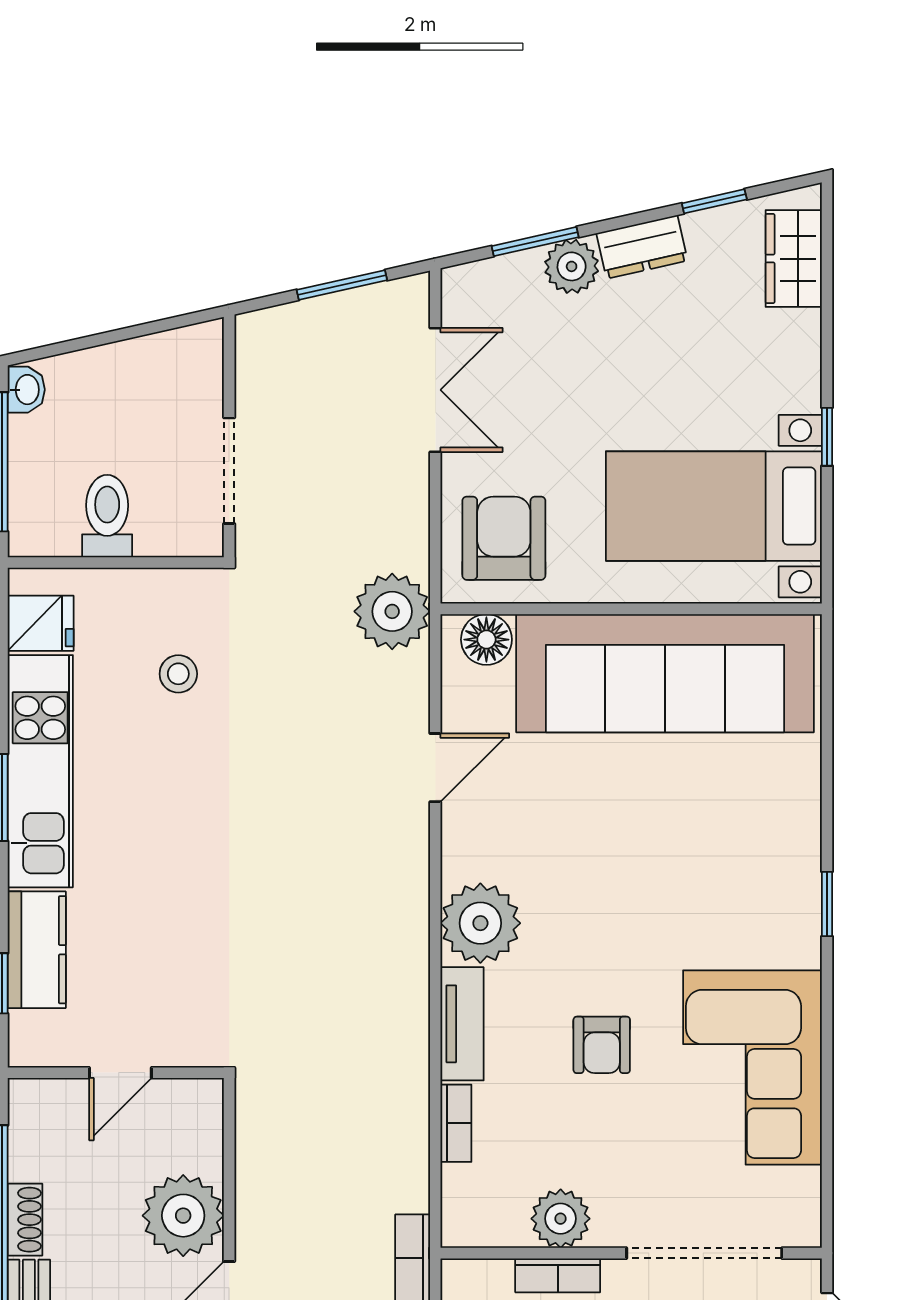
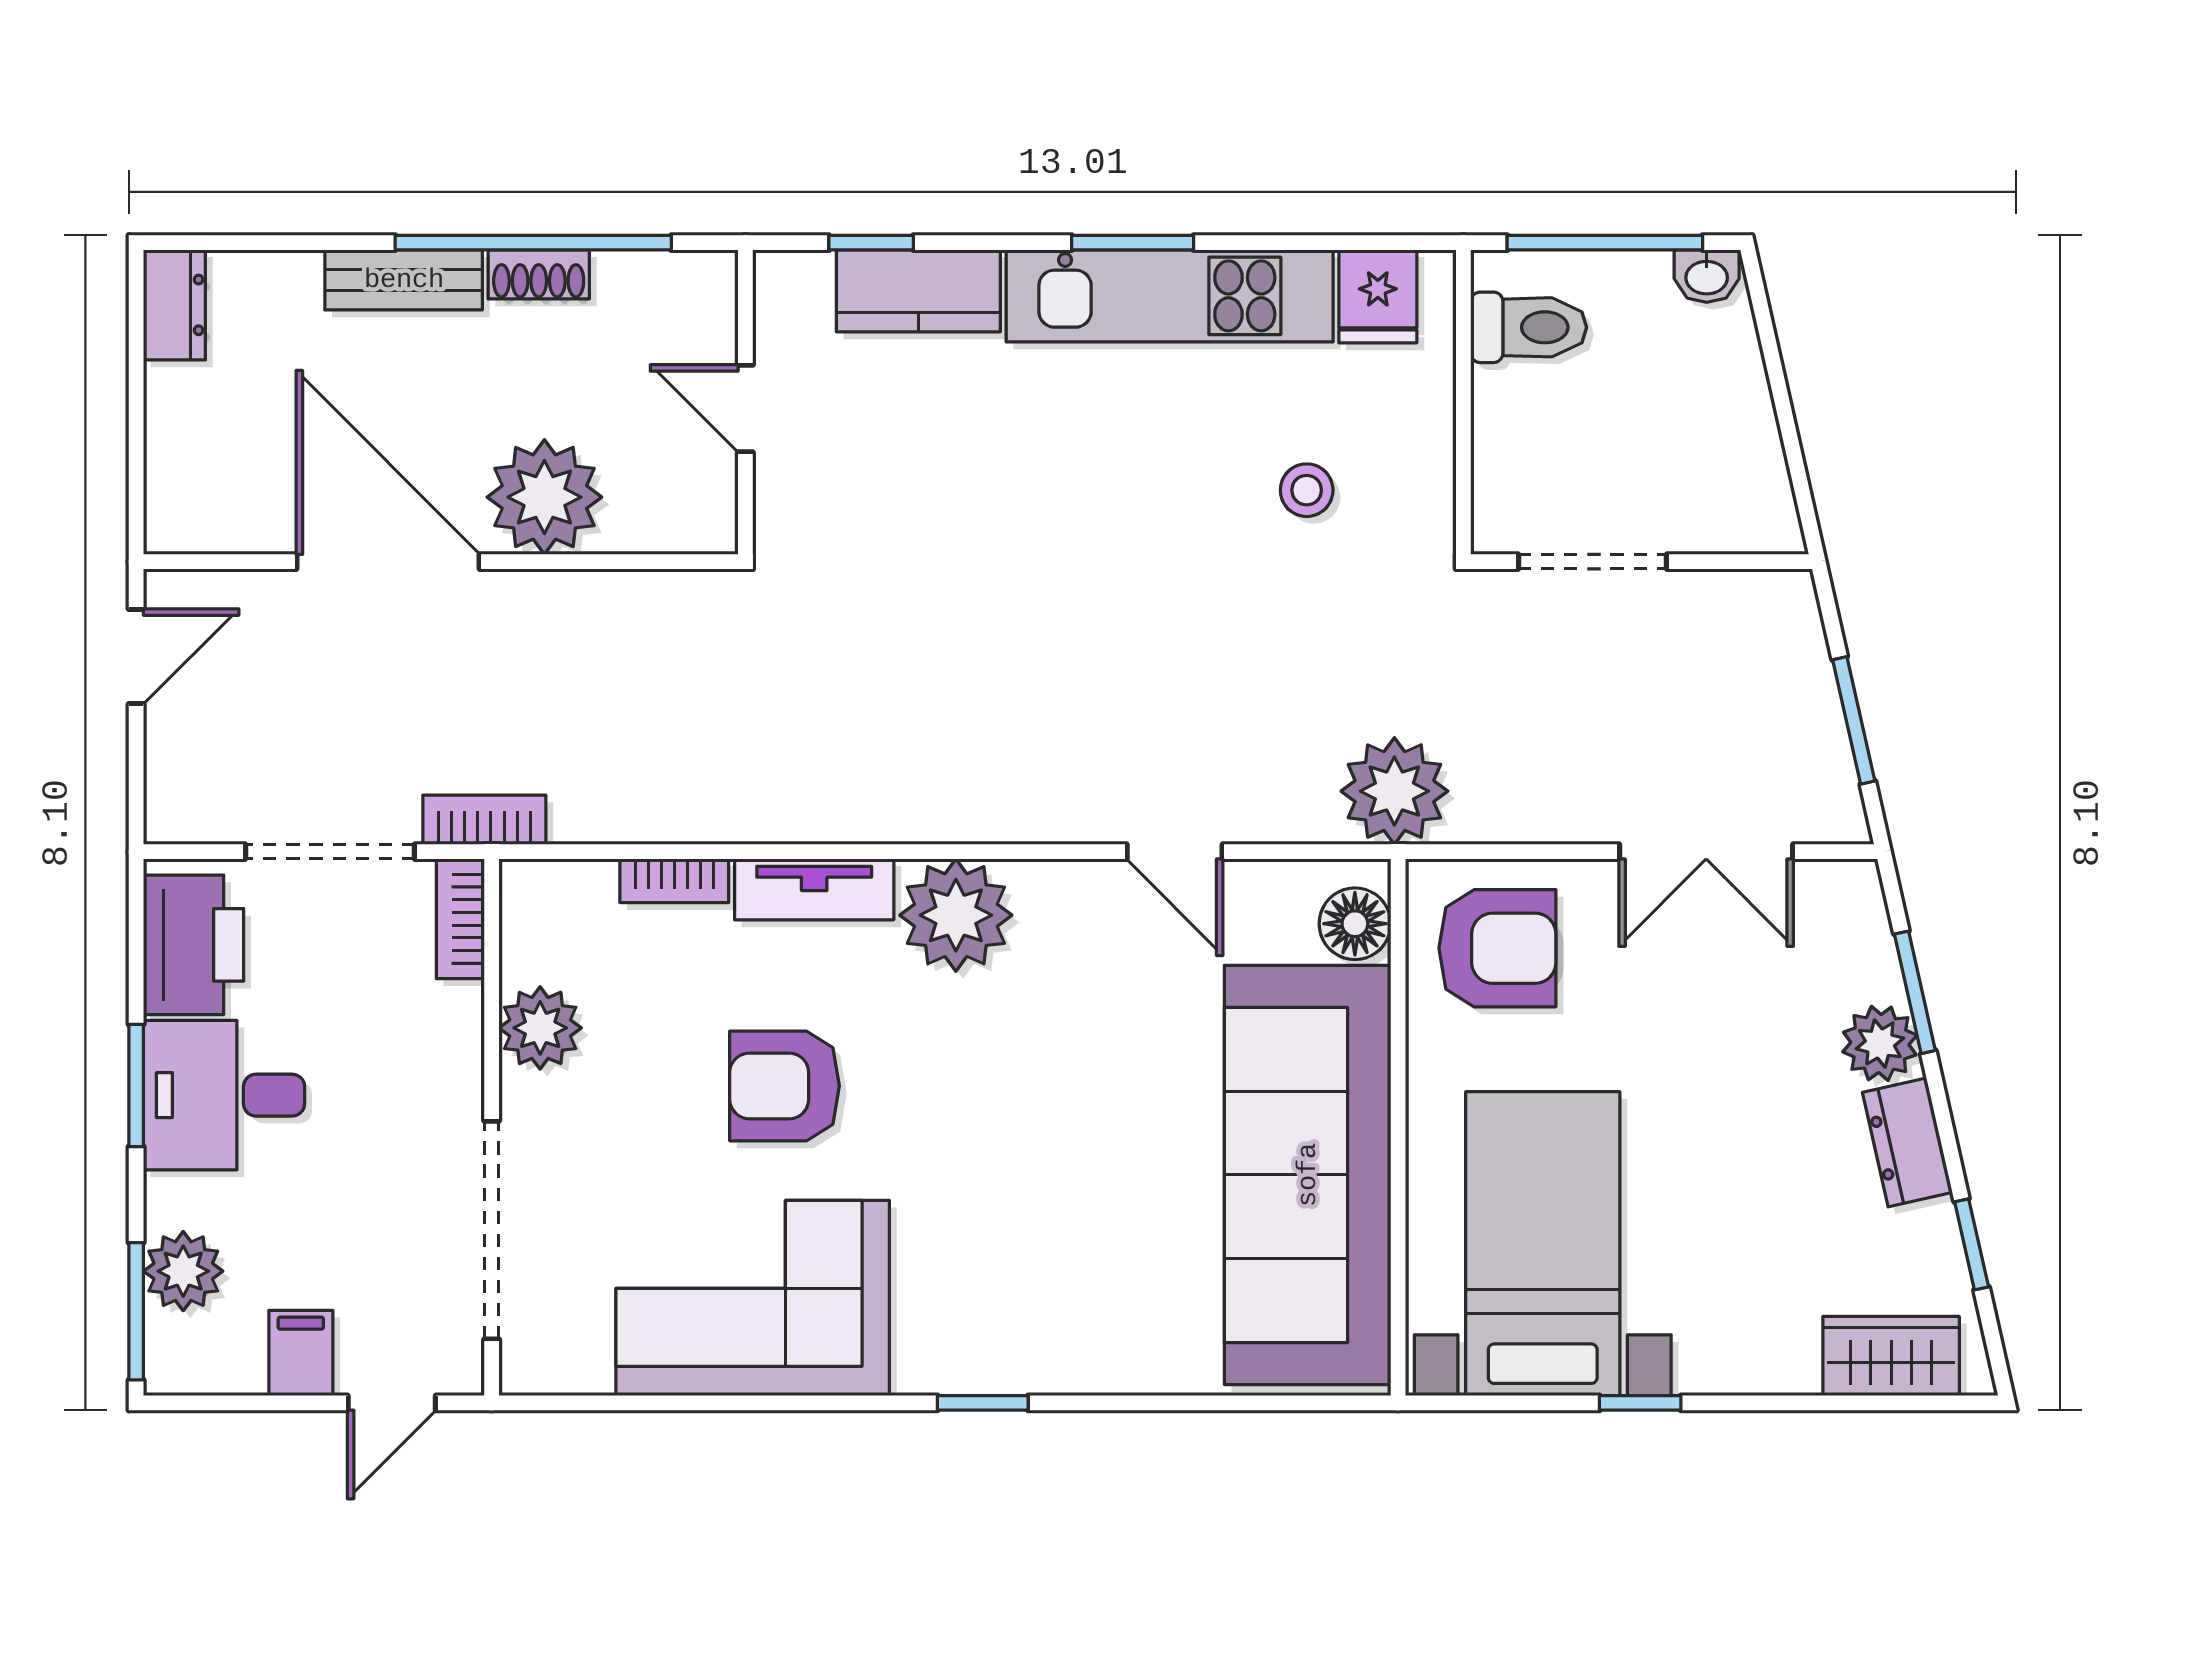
toilet: (107, 516) -> (1529, 327), moved
armchair: (602, 1045) -> (785, 1086), width x1.38, depth x1.38
bookcase: (558, 1275) -> (460, 919), moved

